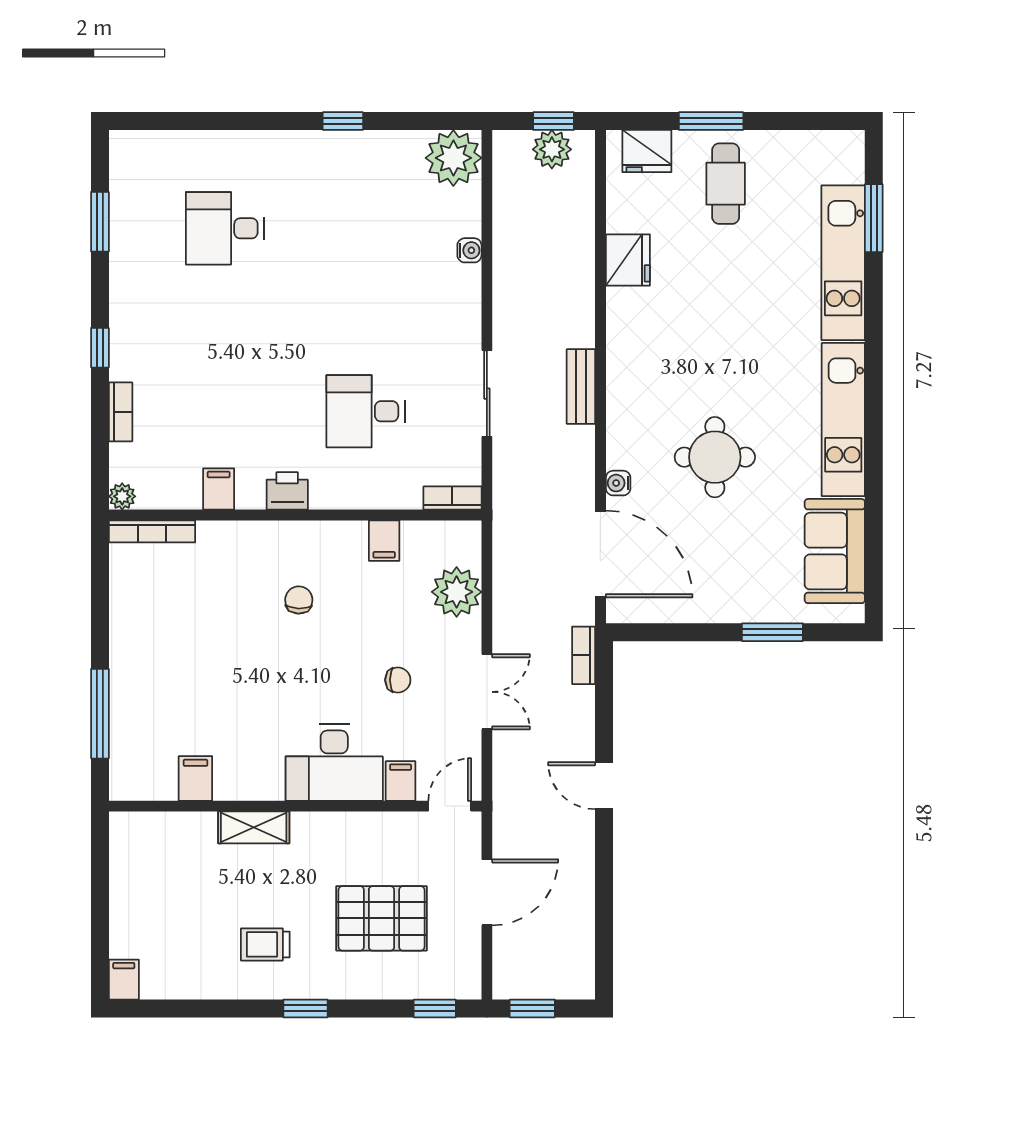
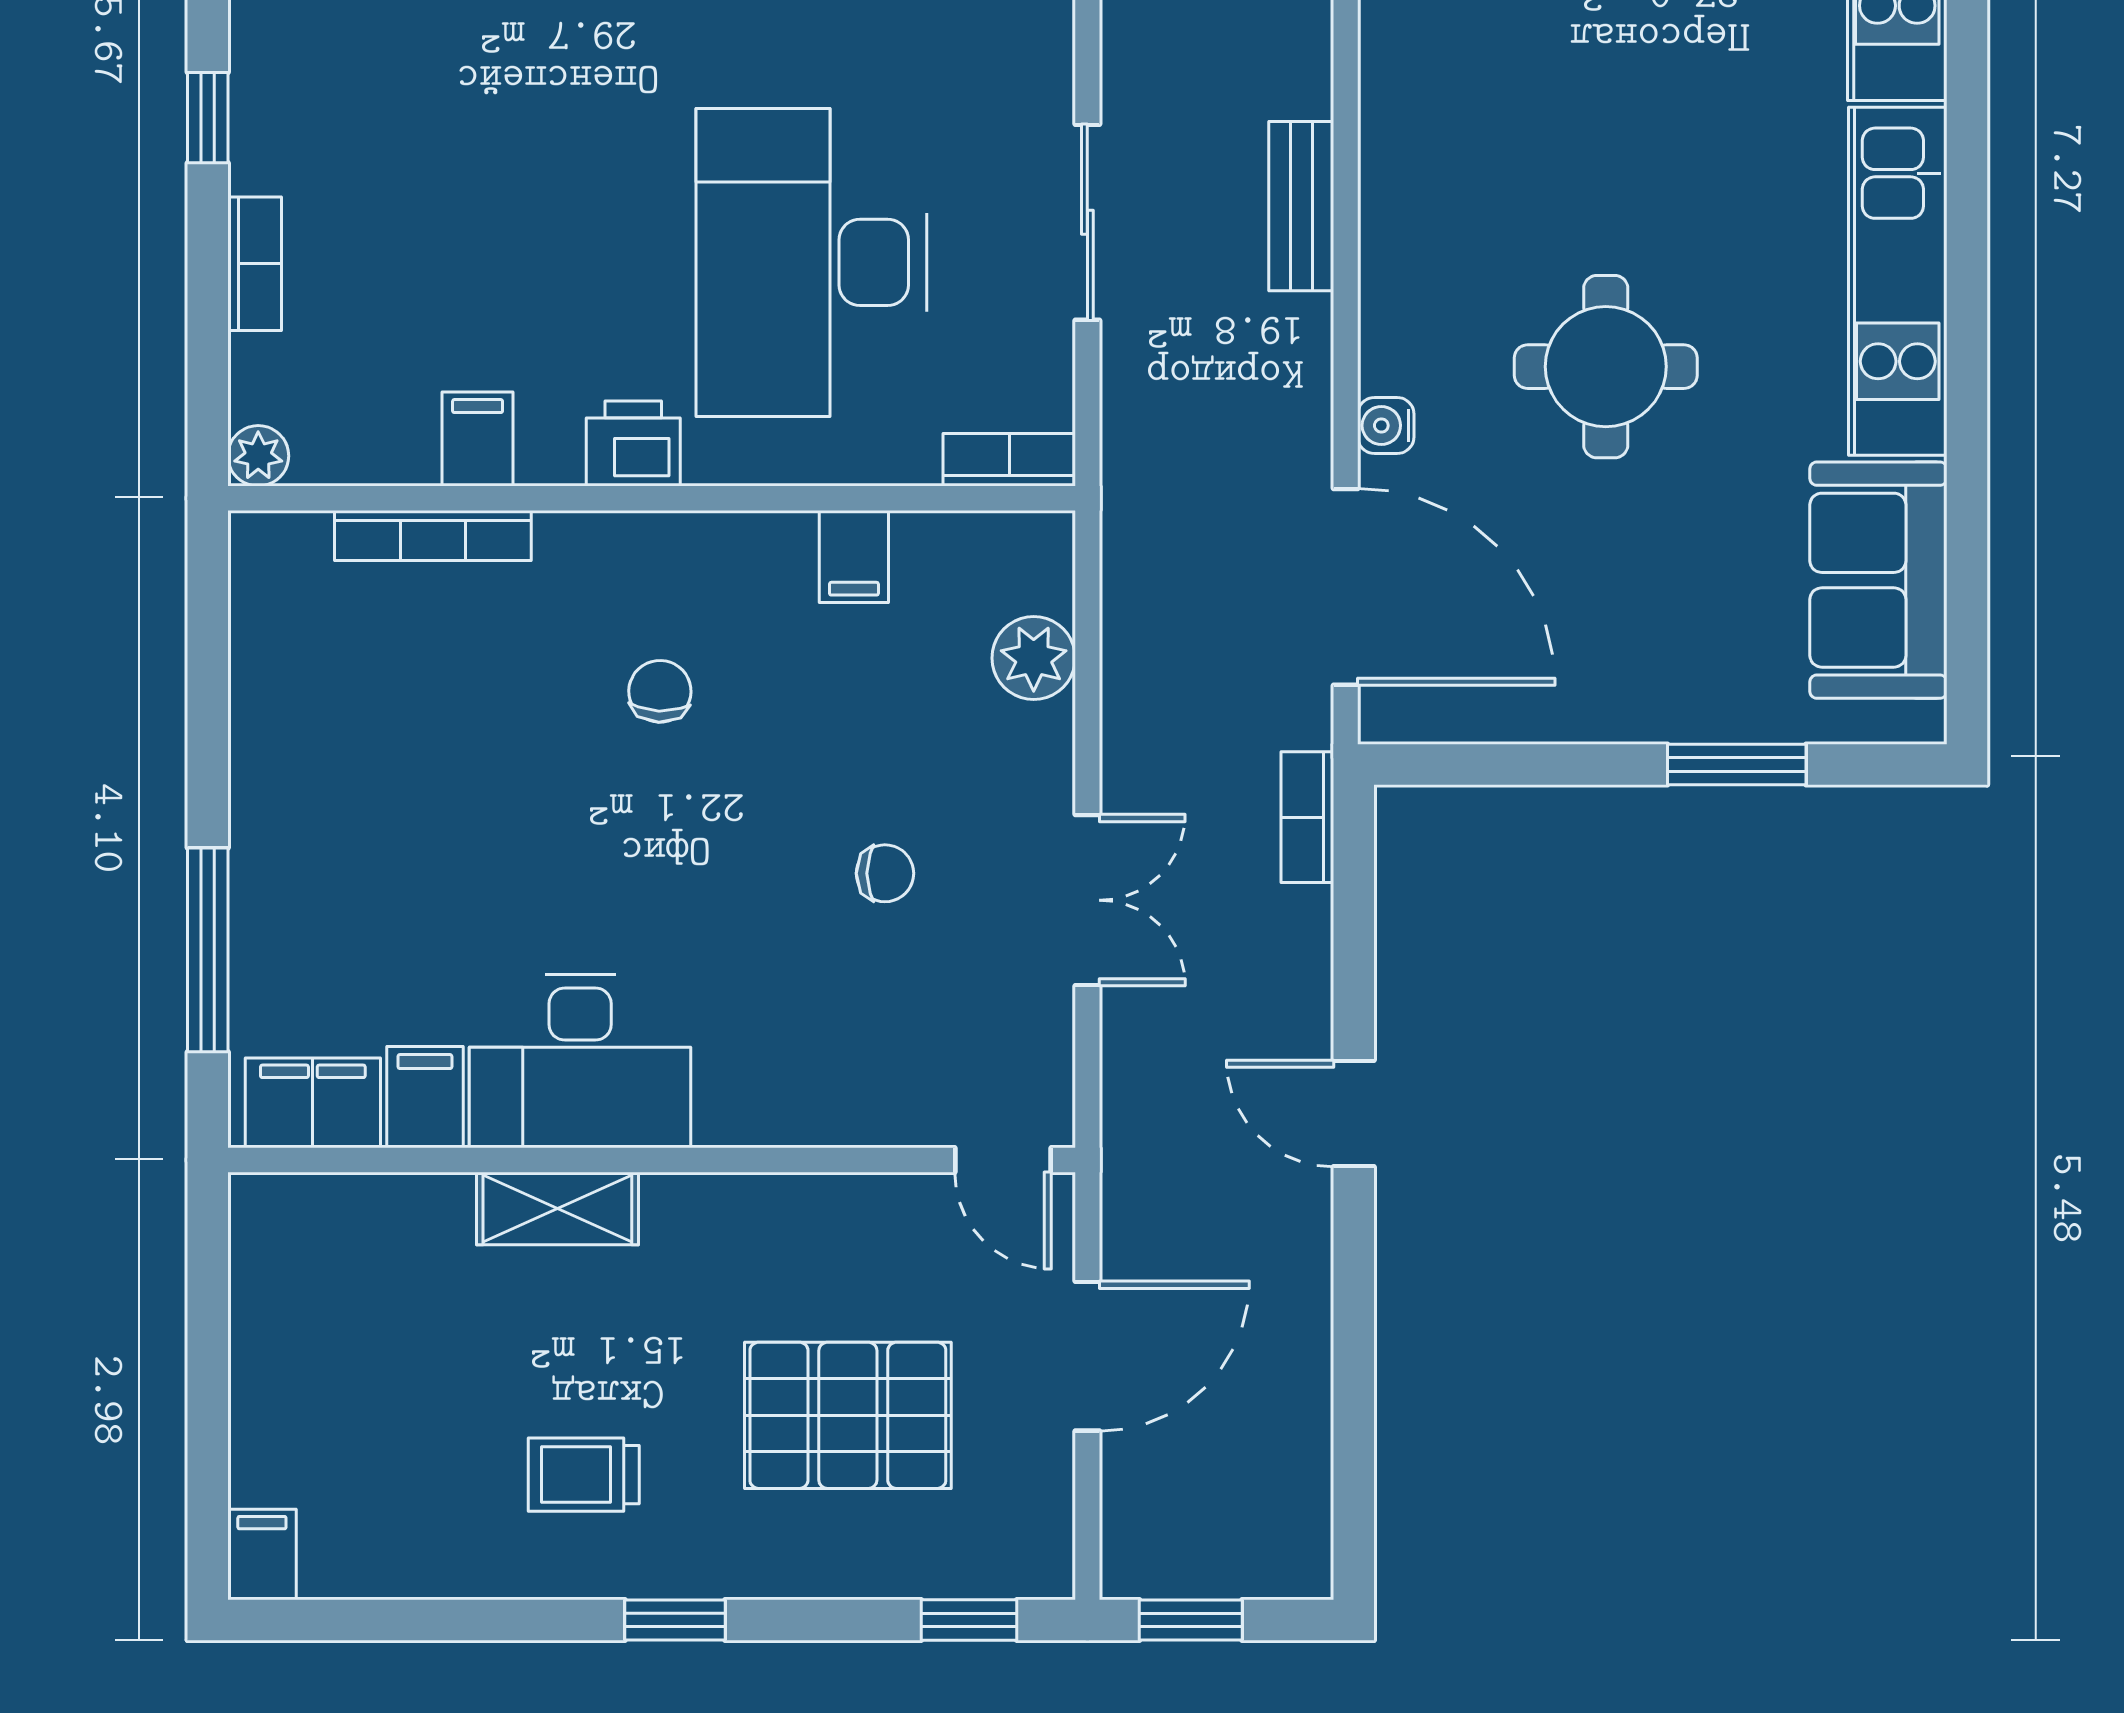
desk: (365, 411) -> (811, 262), width x1.87, depth x1.30
bookcase: (152, 531) -> (433, 536), moved
plant: (457, 592) -> (1034, 658), width x0.73, depth x0.73
desk: (334, 763) -> (580, 1061), moved
filing cabinet: (401, 781) -> (313, 1103), moved, width x2.00
door: (450, 806) -> (1003, 1160), swing flipped

